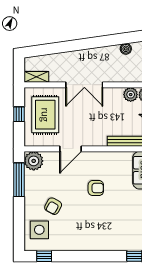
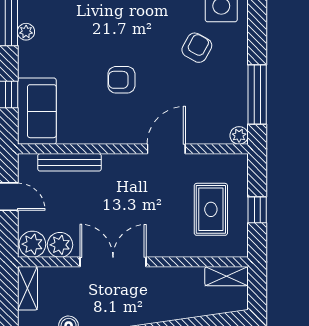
double door: (84, 85) -> (113, 262), moved
rug: (45, 115) -> (211, 209), width x0.73, depth x0.70
plant: (34, 161) -> (239, 135), width x0.53, depth x0.53

